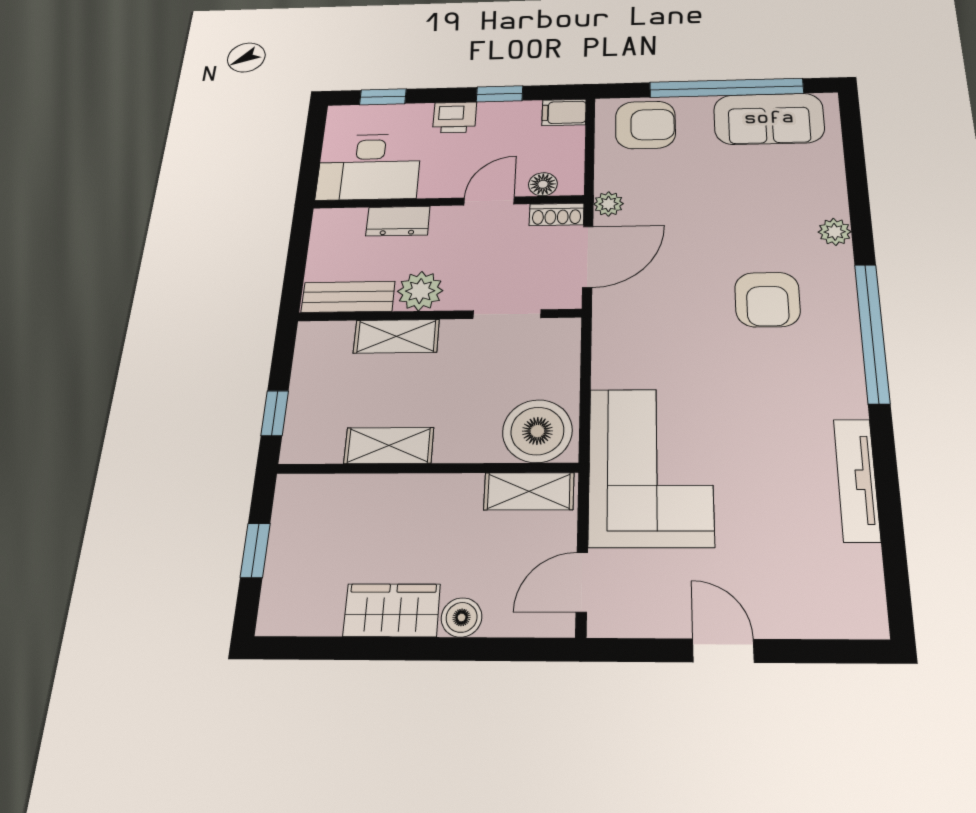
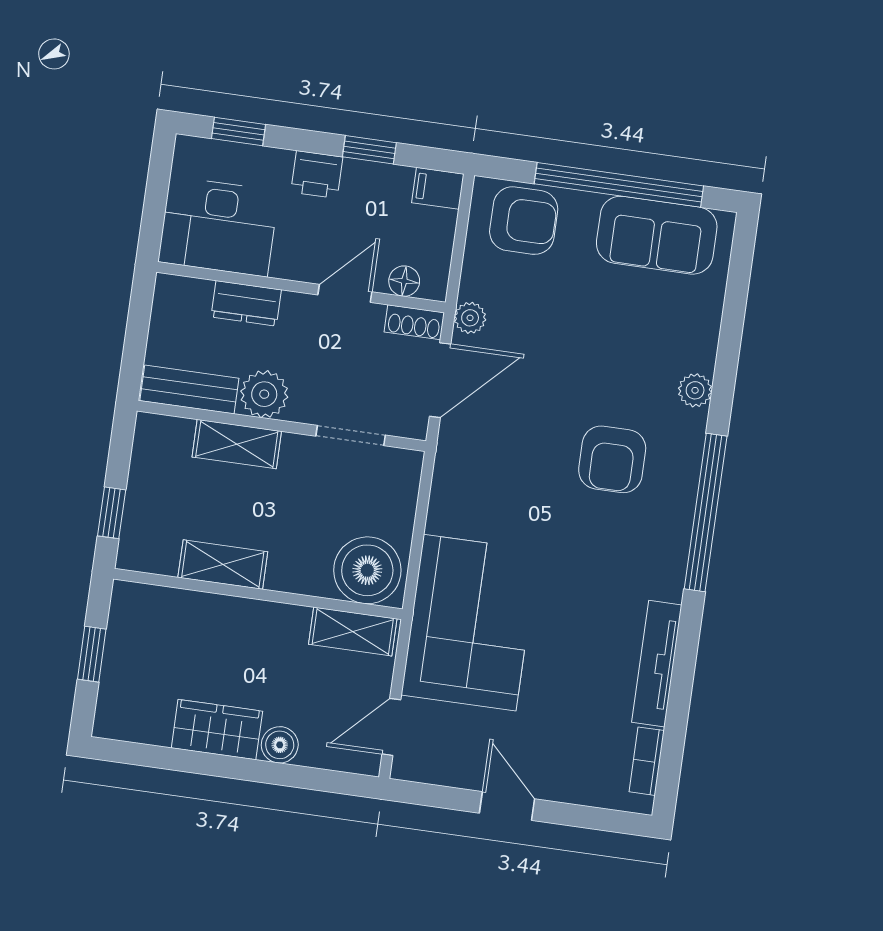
bookcase: (870, 581) -> (647, 761), added

